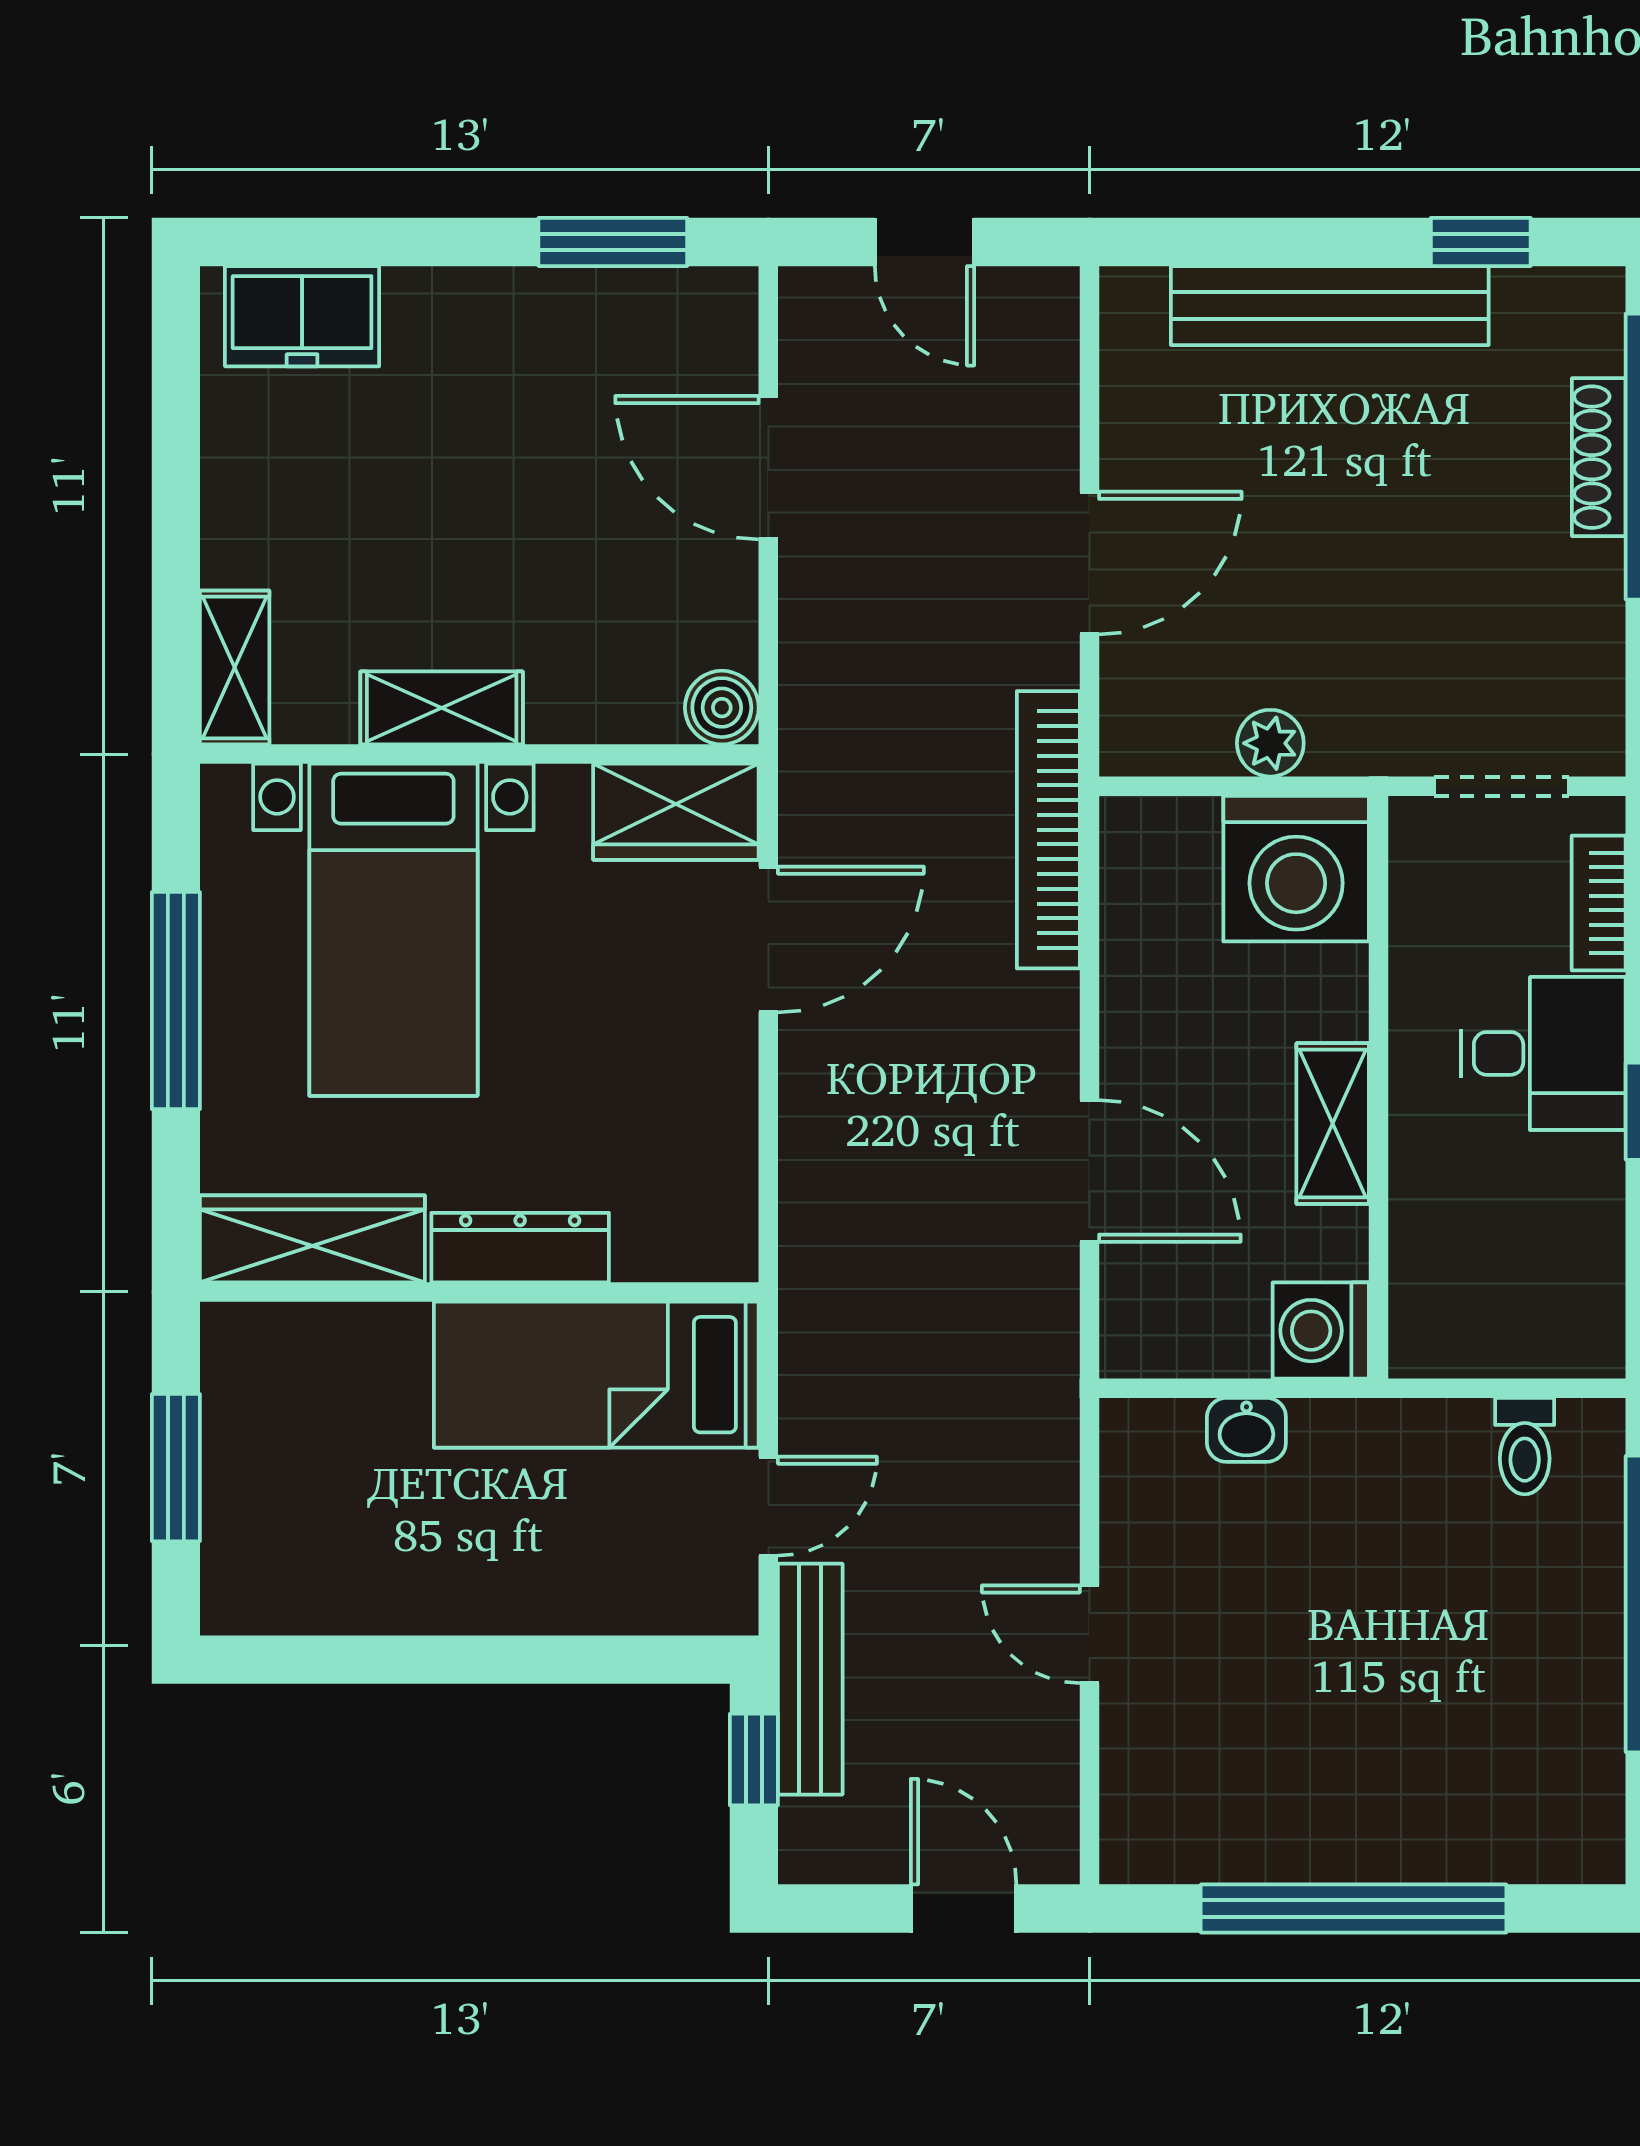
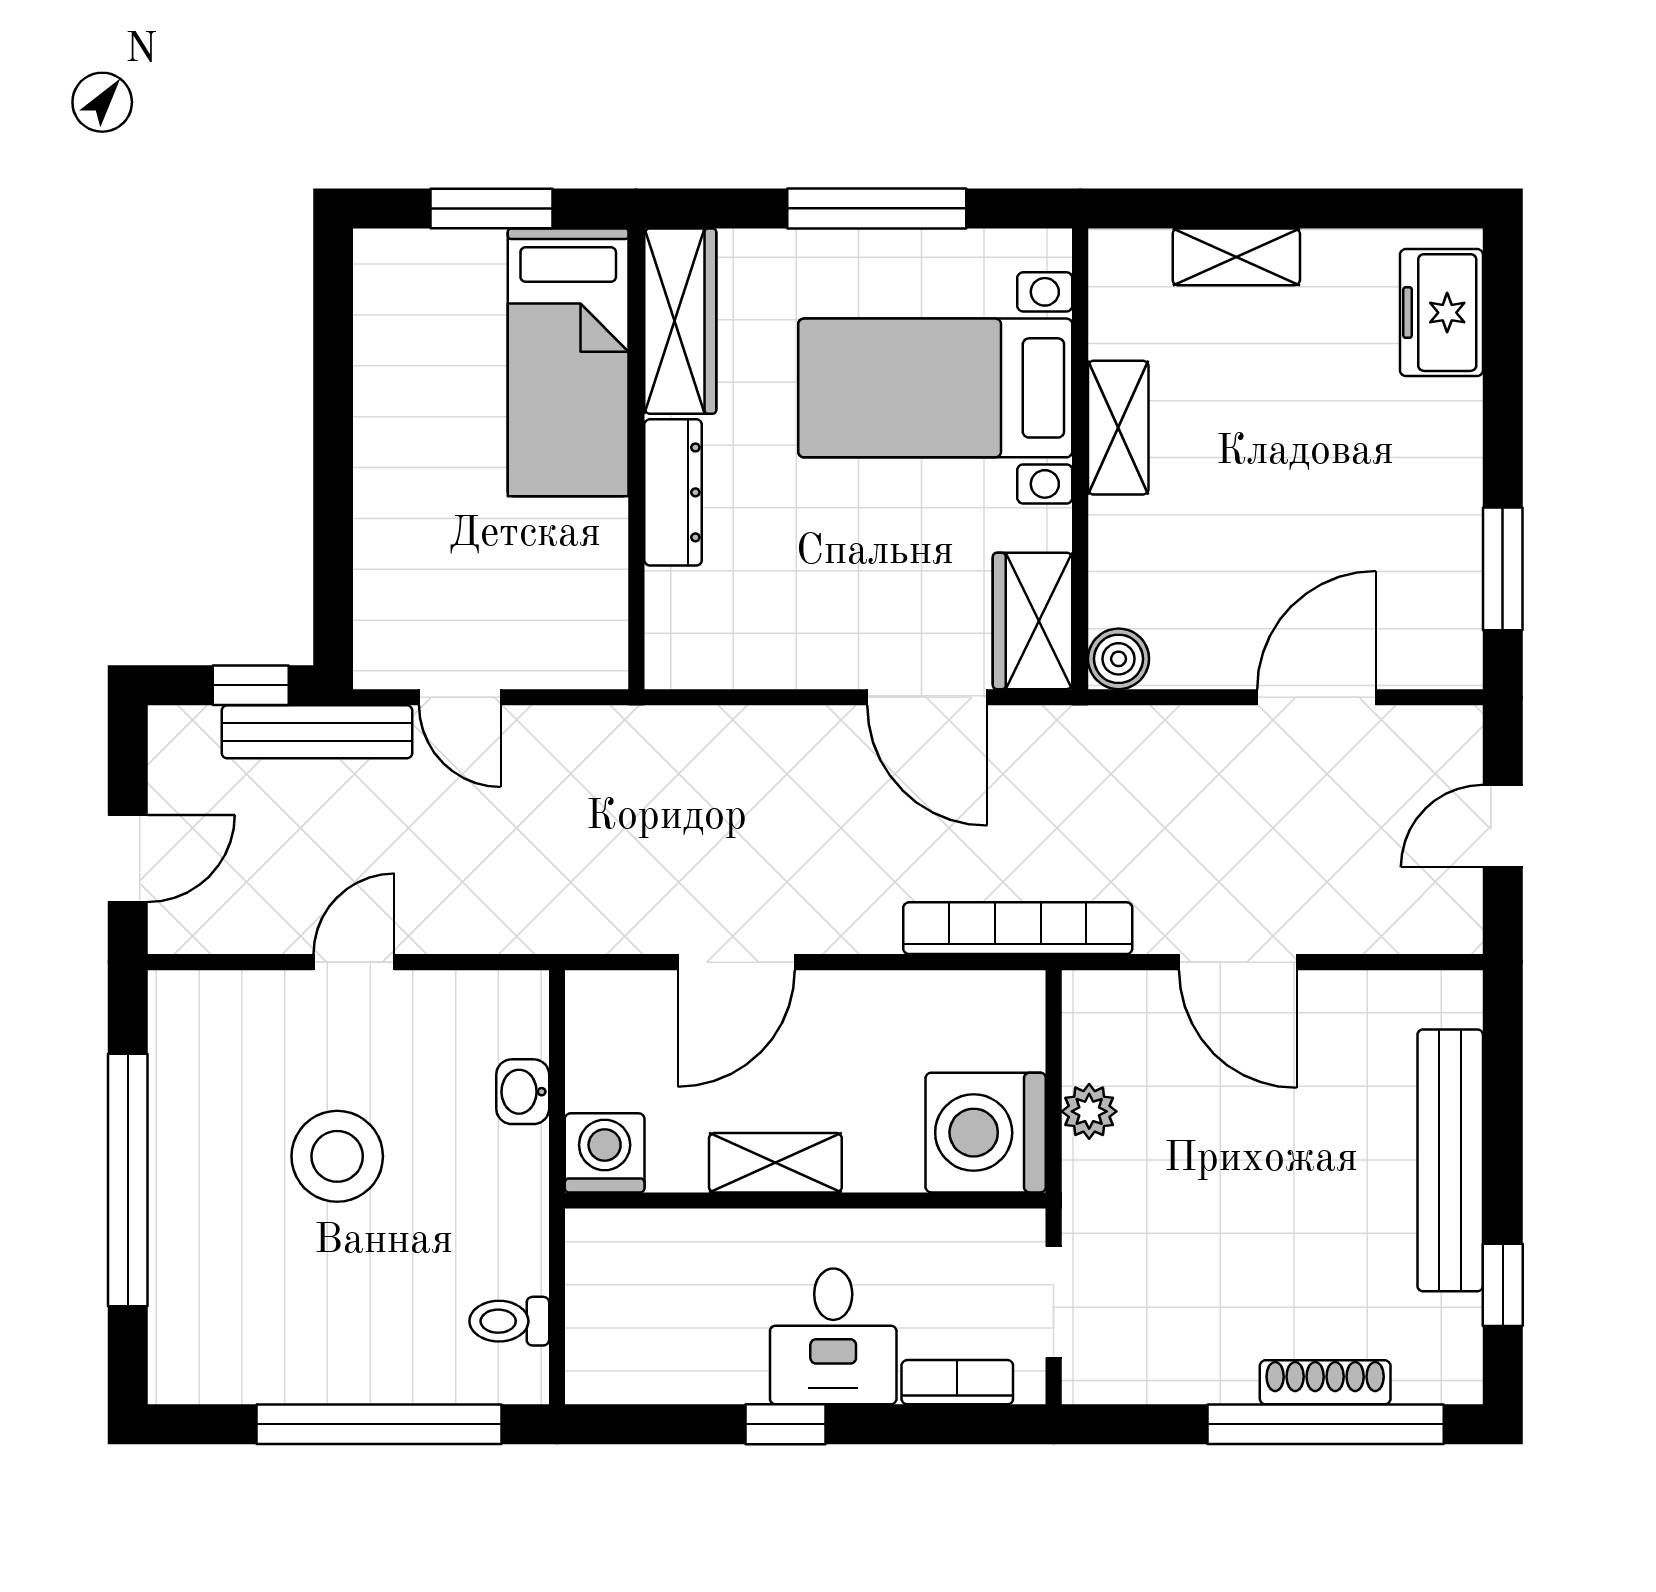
shelving: (235, 668) -> (1236, 257), moved
bed: (596, 1375) -> (568, 362), moved, turned 180
stool: (1325, 1655) -> (337, 1156), added

